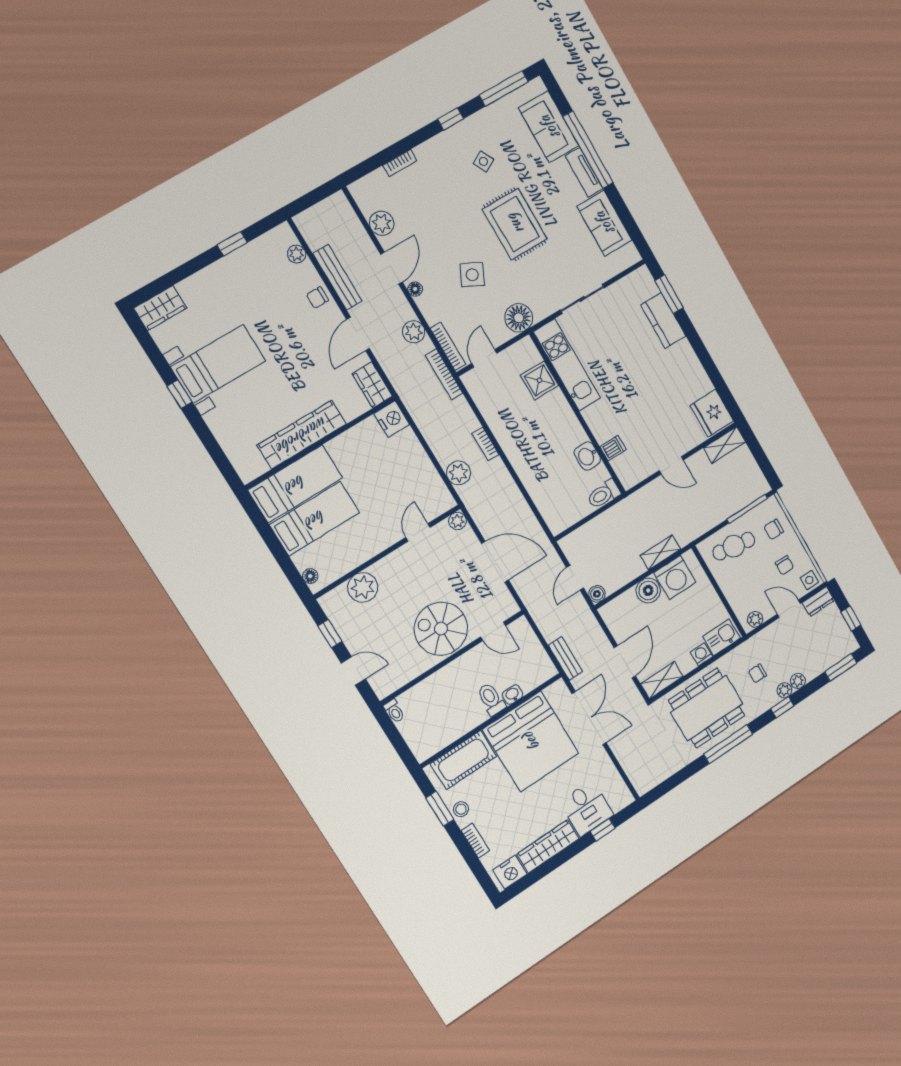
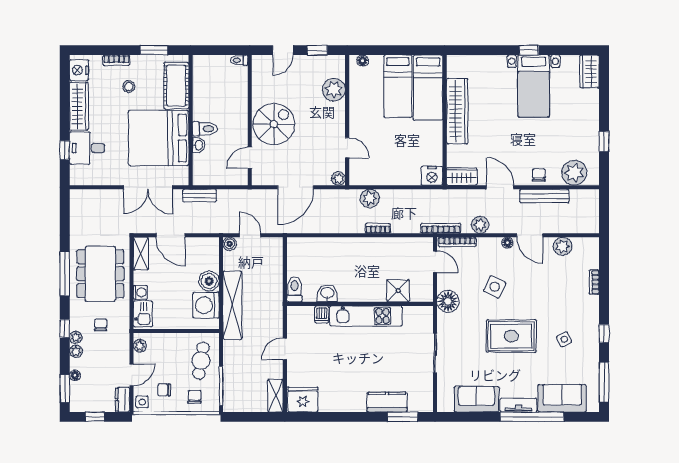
plant: (297, 254) -> (574, 173), width x1.87, depth x1.87
kitchen unit: (567, 365) -> (366, 316), moved
shelving: (660, 552) -> (232, 305), width x2.20, depth x1.33
floor lamp: (822, 666) -> (75, 375), added
stool: (461, 809) -> (129, 87), moved

